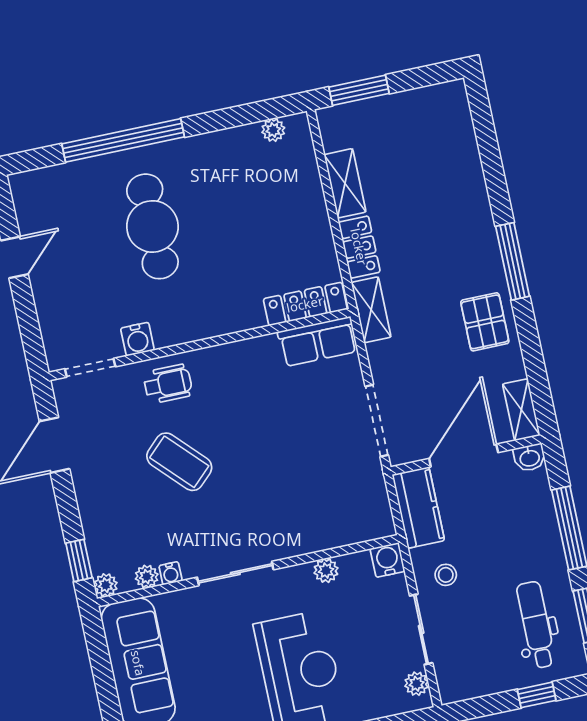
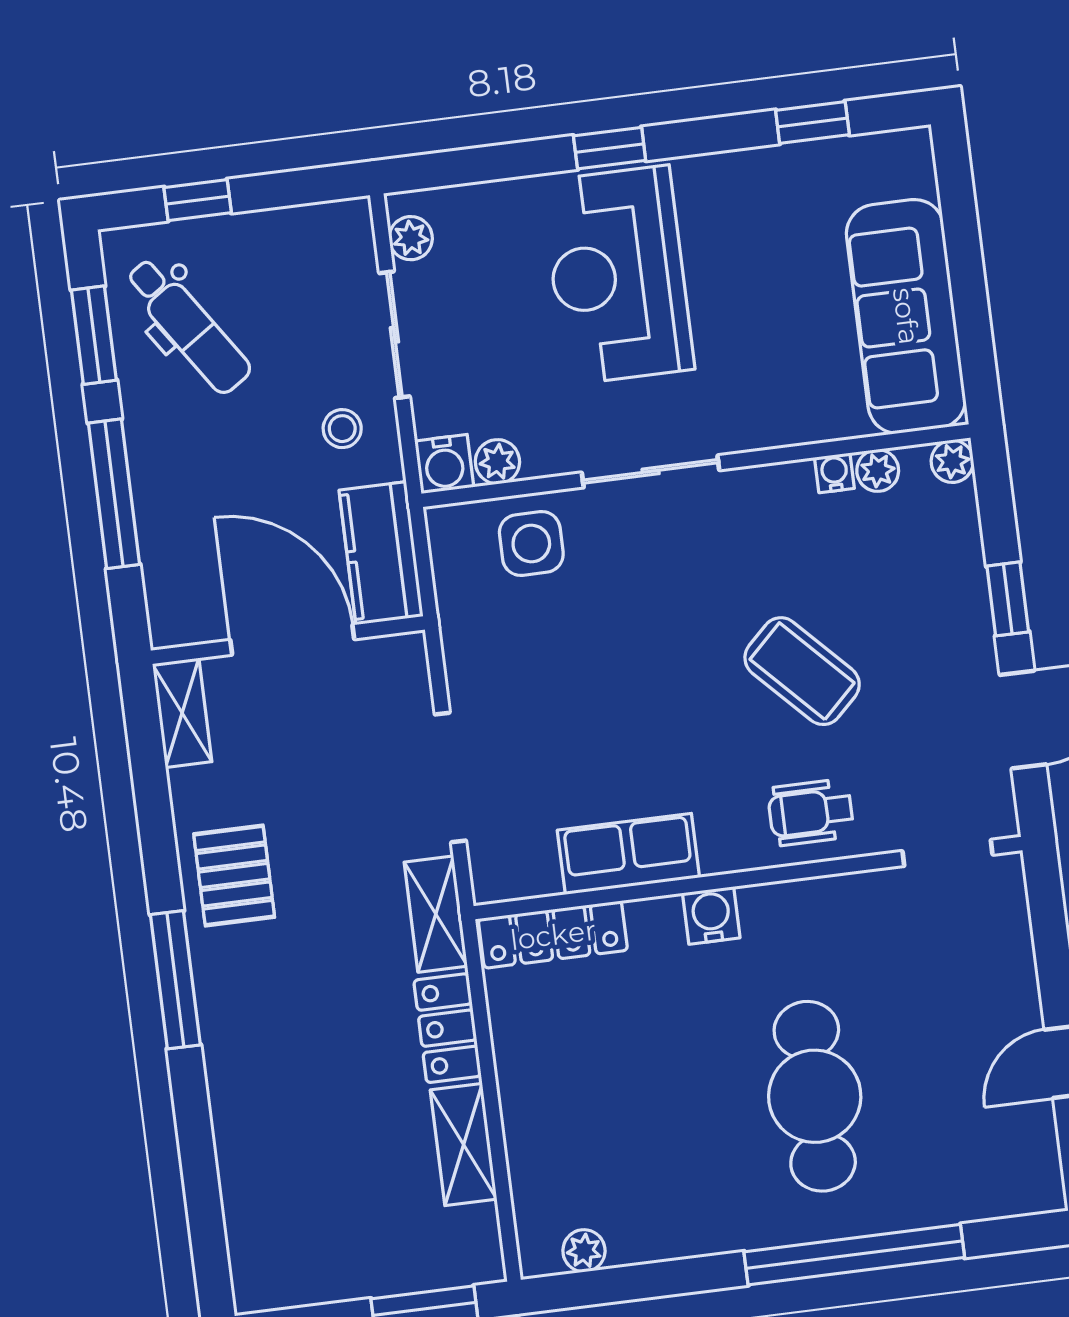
water cooler: (137, 339) -> (711, 915), moved
row of seats: (318, 342) -> (628, 854), moved
doorway: (377, 421) -> (450, 777), moved
door: (464, 455) -> (292, 640), swing flipped
washbasin: (530, 458) -> (175, 626), removed
side table: (335, 520) -> (531, 544), added
window: (79, 560) -> (1008, 599), moved
plant: (326, 571) -> (497, 462), moved
sliding door: (235, 573) -> (651, 471), moved
dental chair: (536, 625) -> (188, 326), turned -34

